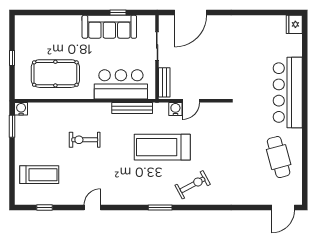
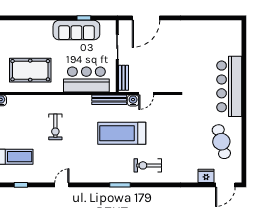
fridge: (294, 24) -> (206, 176), moved, turned 90
bench: (132, 108) -> (109, 100), moved
exercise bike: (85, 140) -> (55, 127), turned -90
exercise bike: (193, 185) -> (148, 165), turned -152

